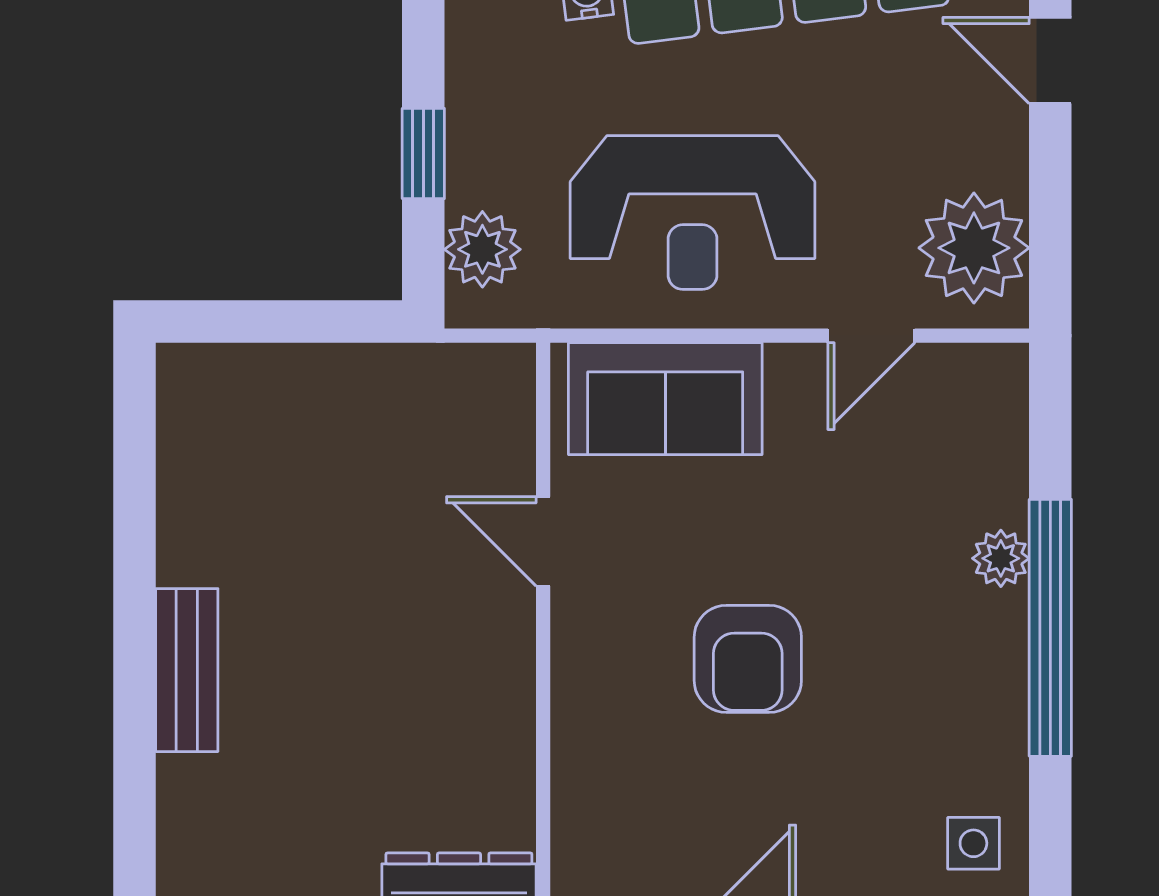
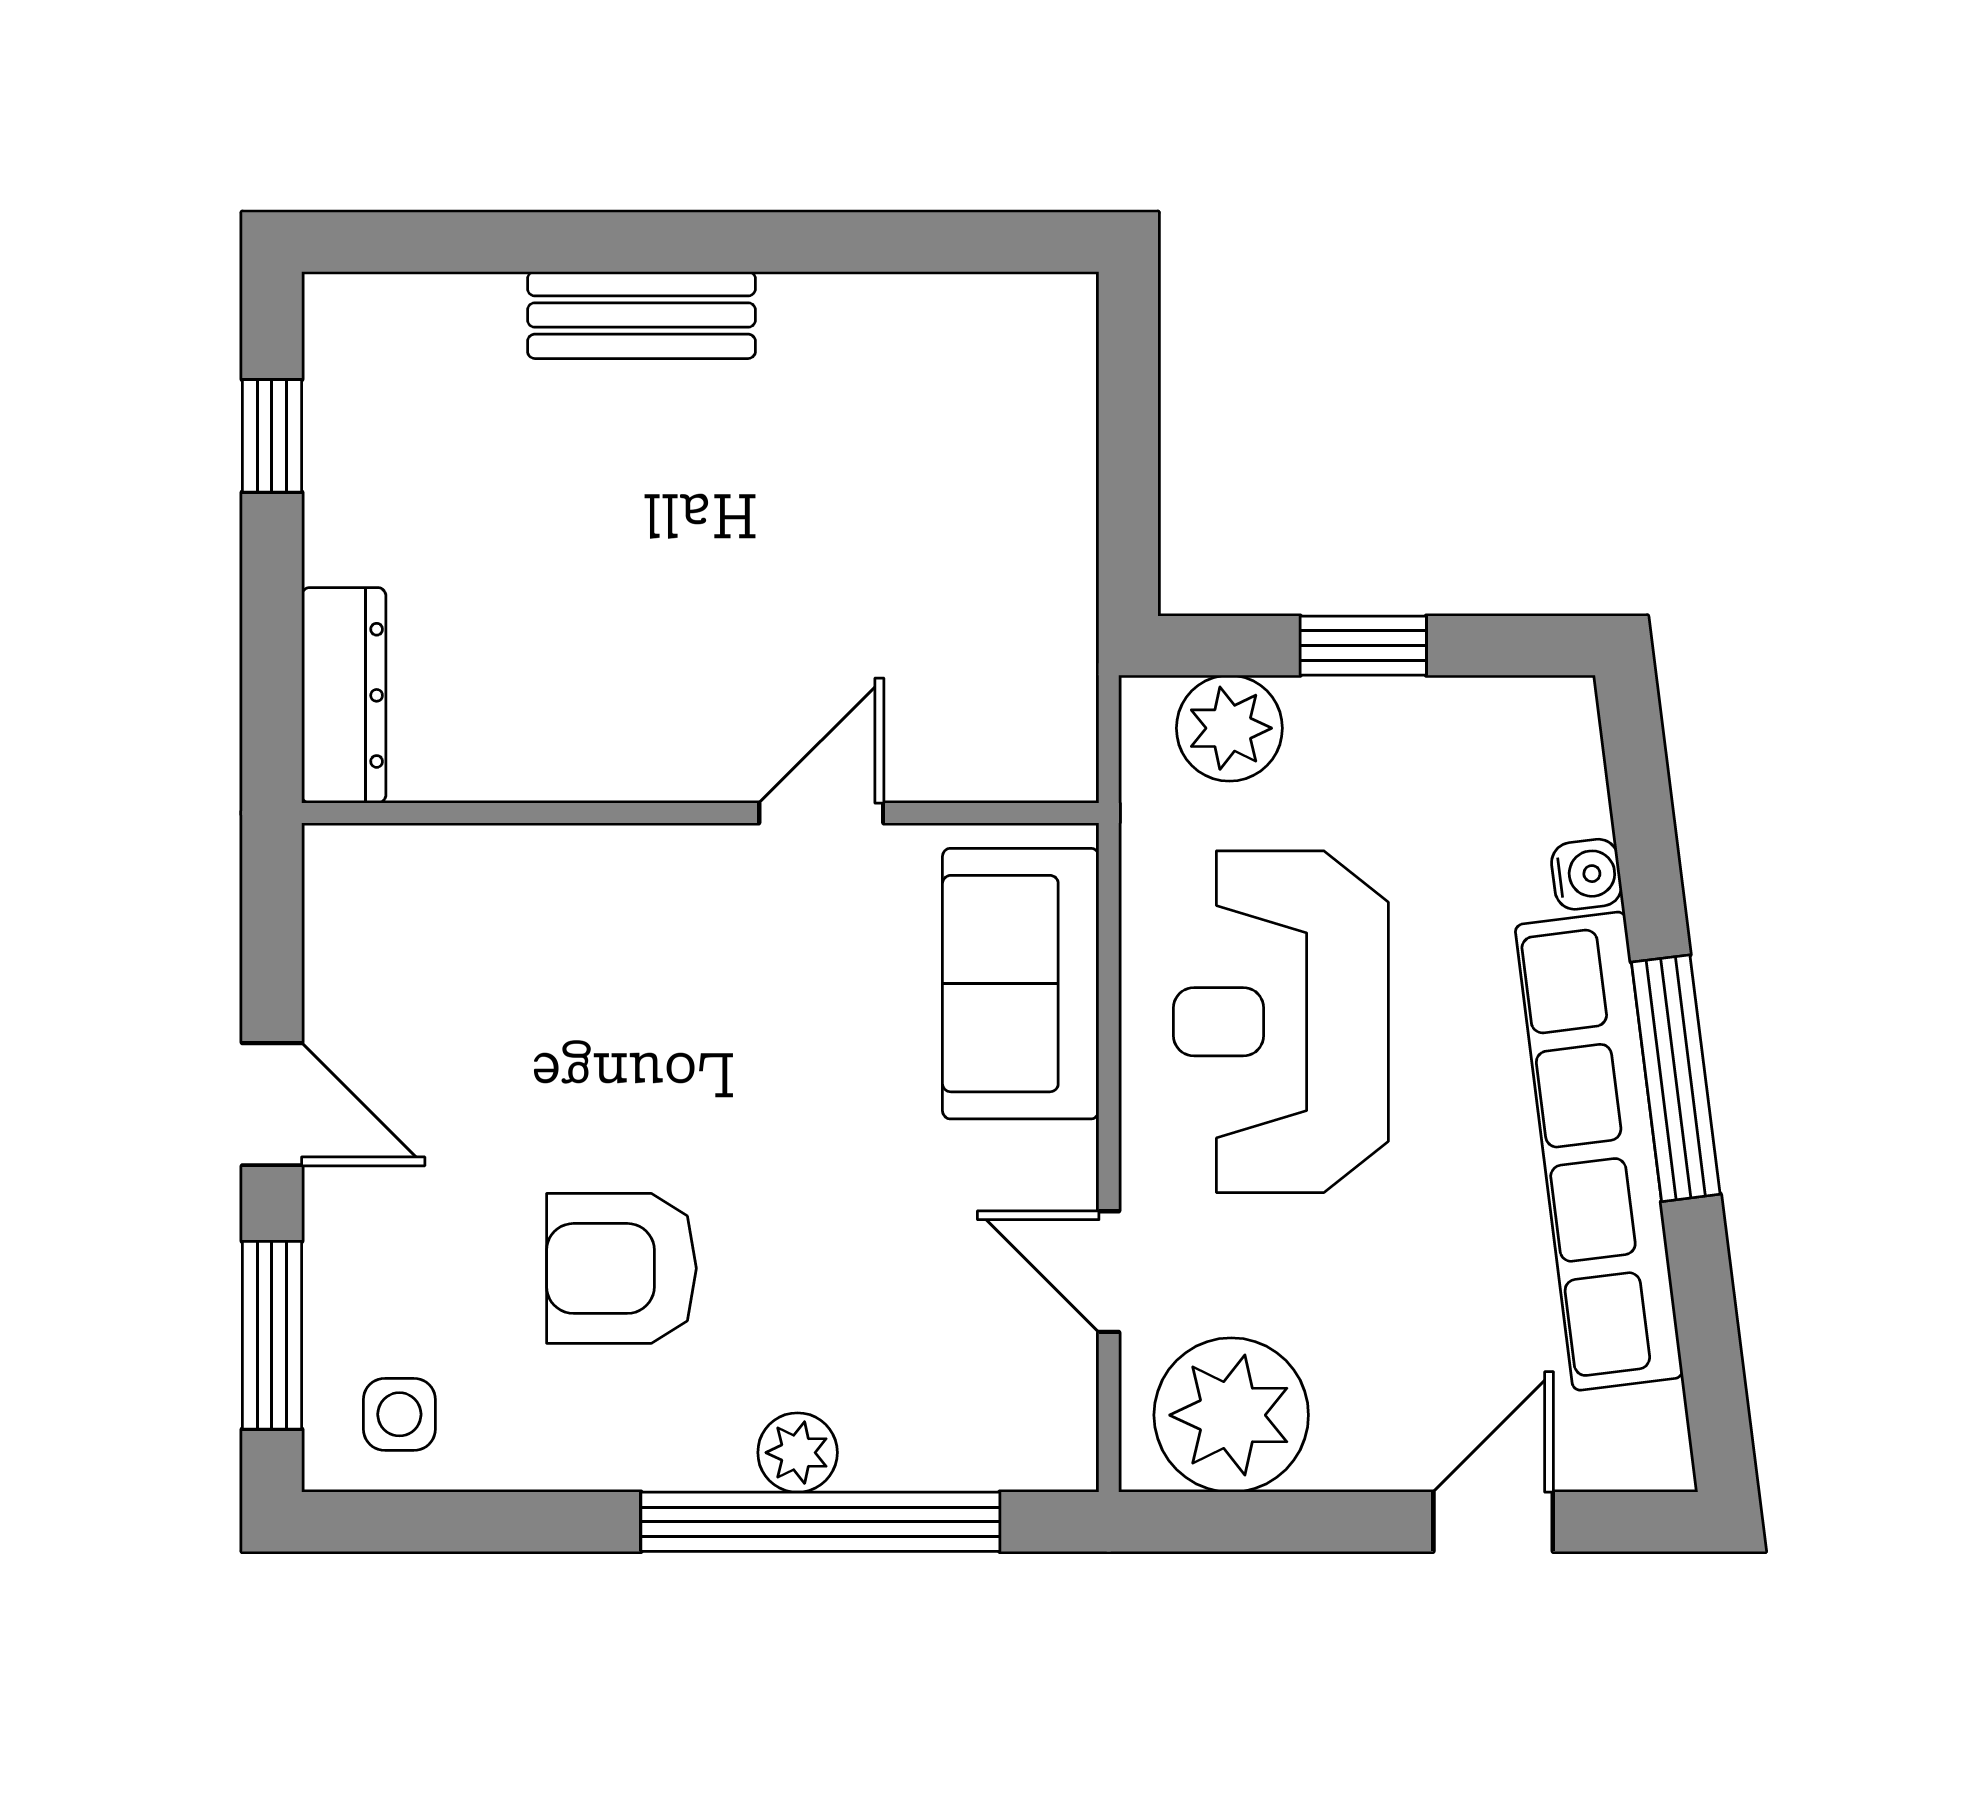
window: (1050, 628) -> (820, 1522), moved
armchair: (748, 659) -> (621, 1268), moved

